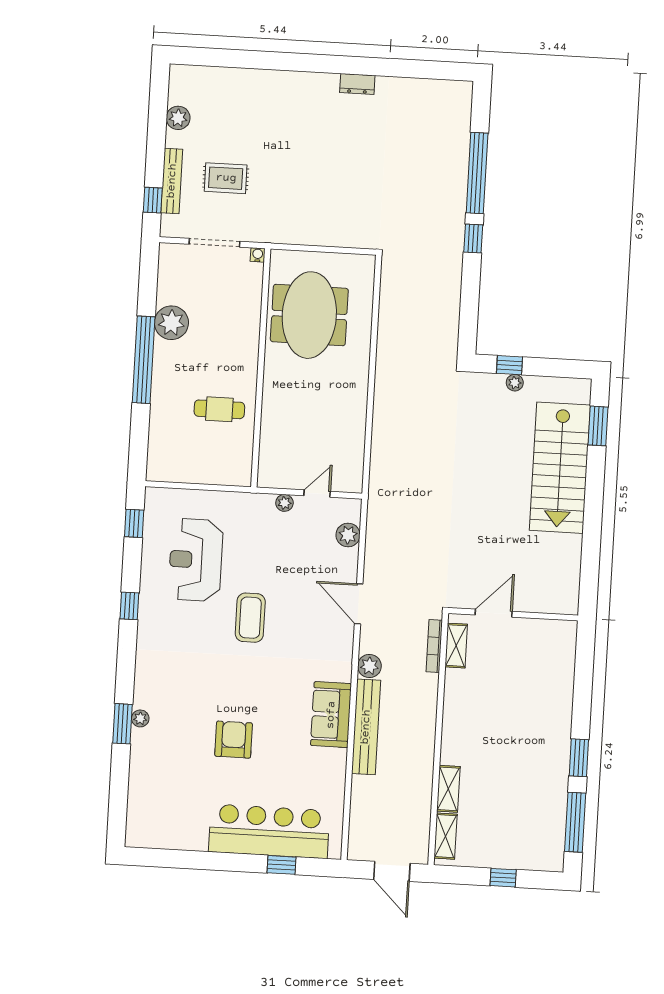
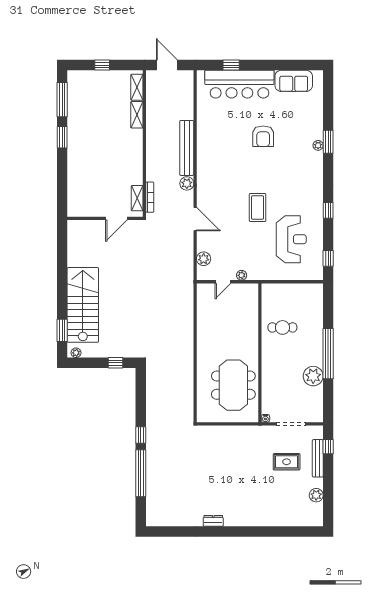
plant: (515, 383) -> (76, 353), moved
sofa: (331, 715) -> (294, 81), moved, turned 90

